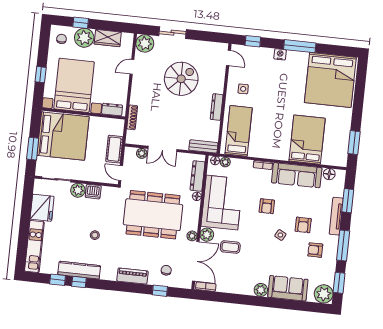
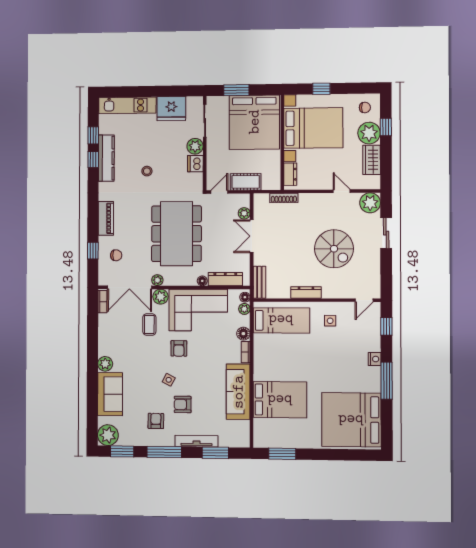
floor lamp: (329, 174) -> (243, 334), moved
armchair: (267, 206) -> (179, 348), moved, turned -90

